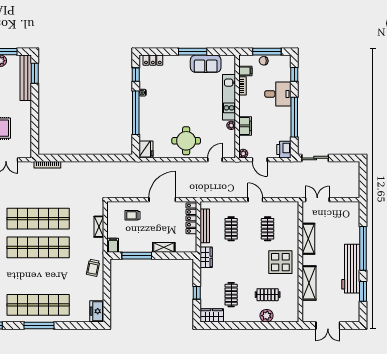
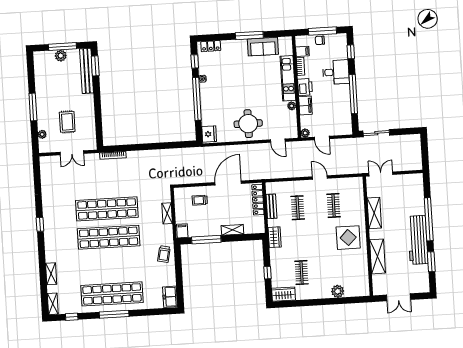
printer: (284, 150) -> (305, 87), moved, turned 180
door: (215, 160) -> (278, 141), swing flipped
bench: (205, 226) -> (272, 206), width x0.73
clothes rail: (268, 295) -> (337, 270), removed

